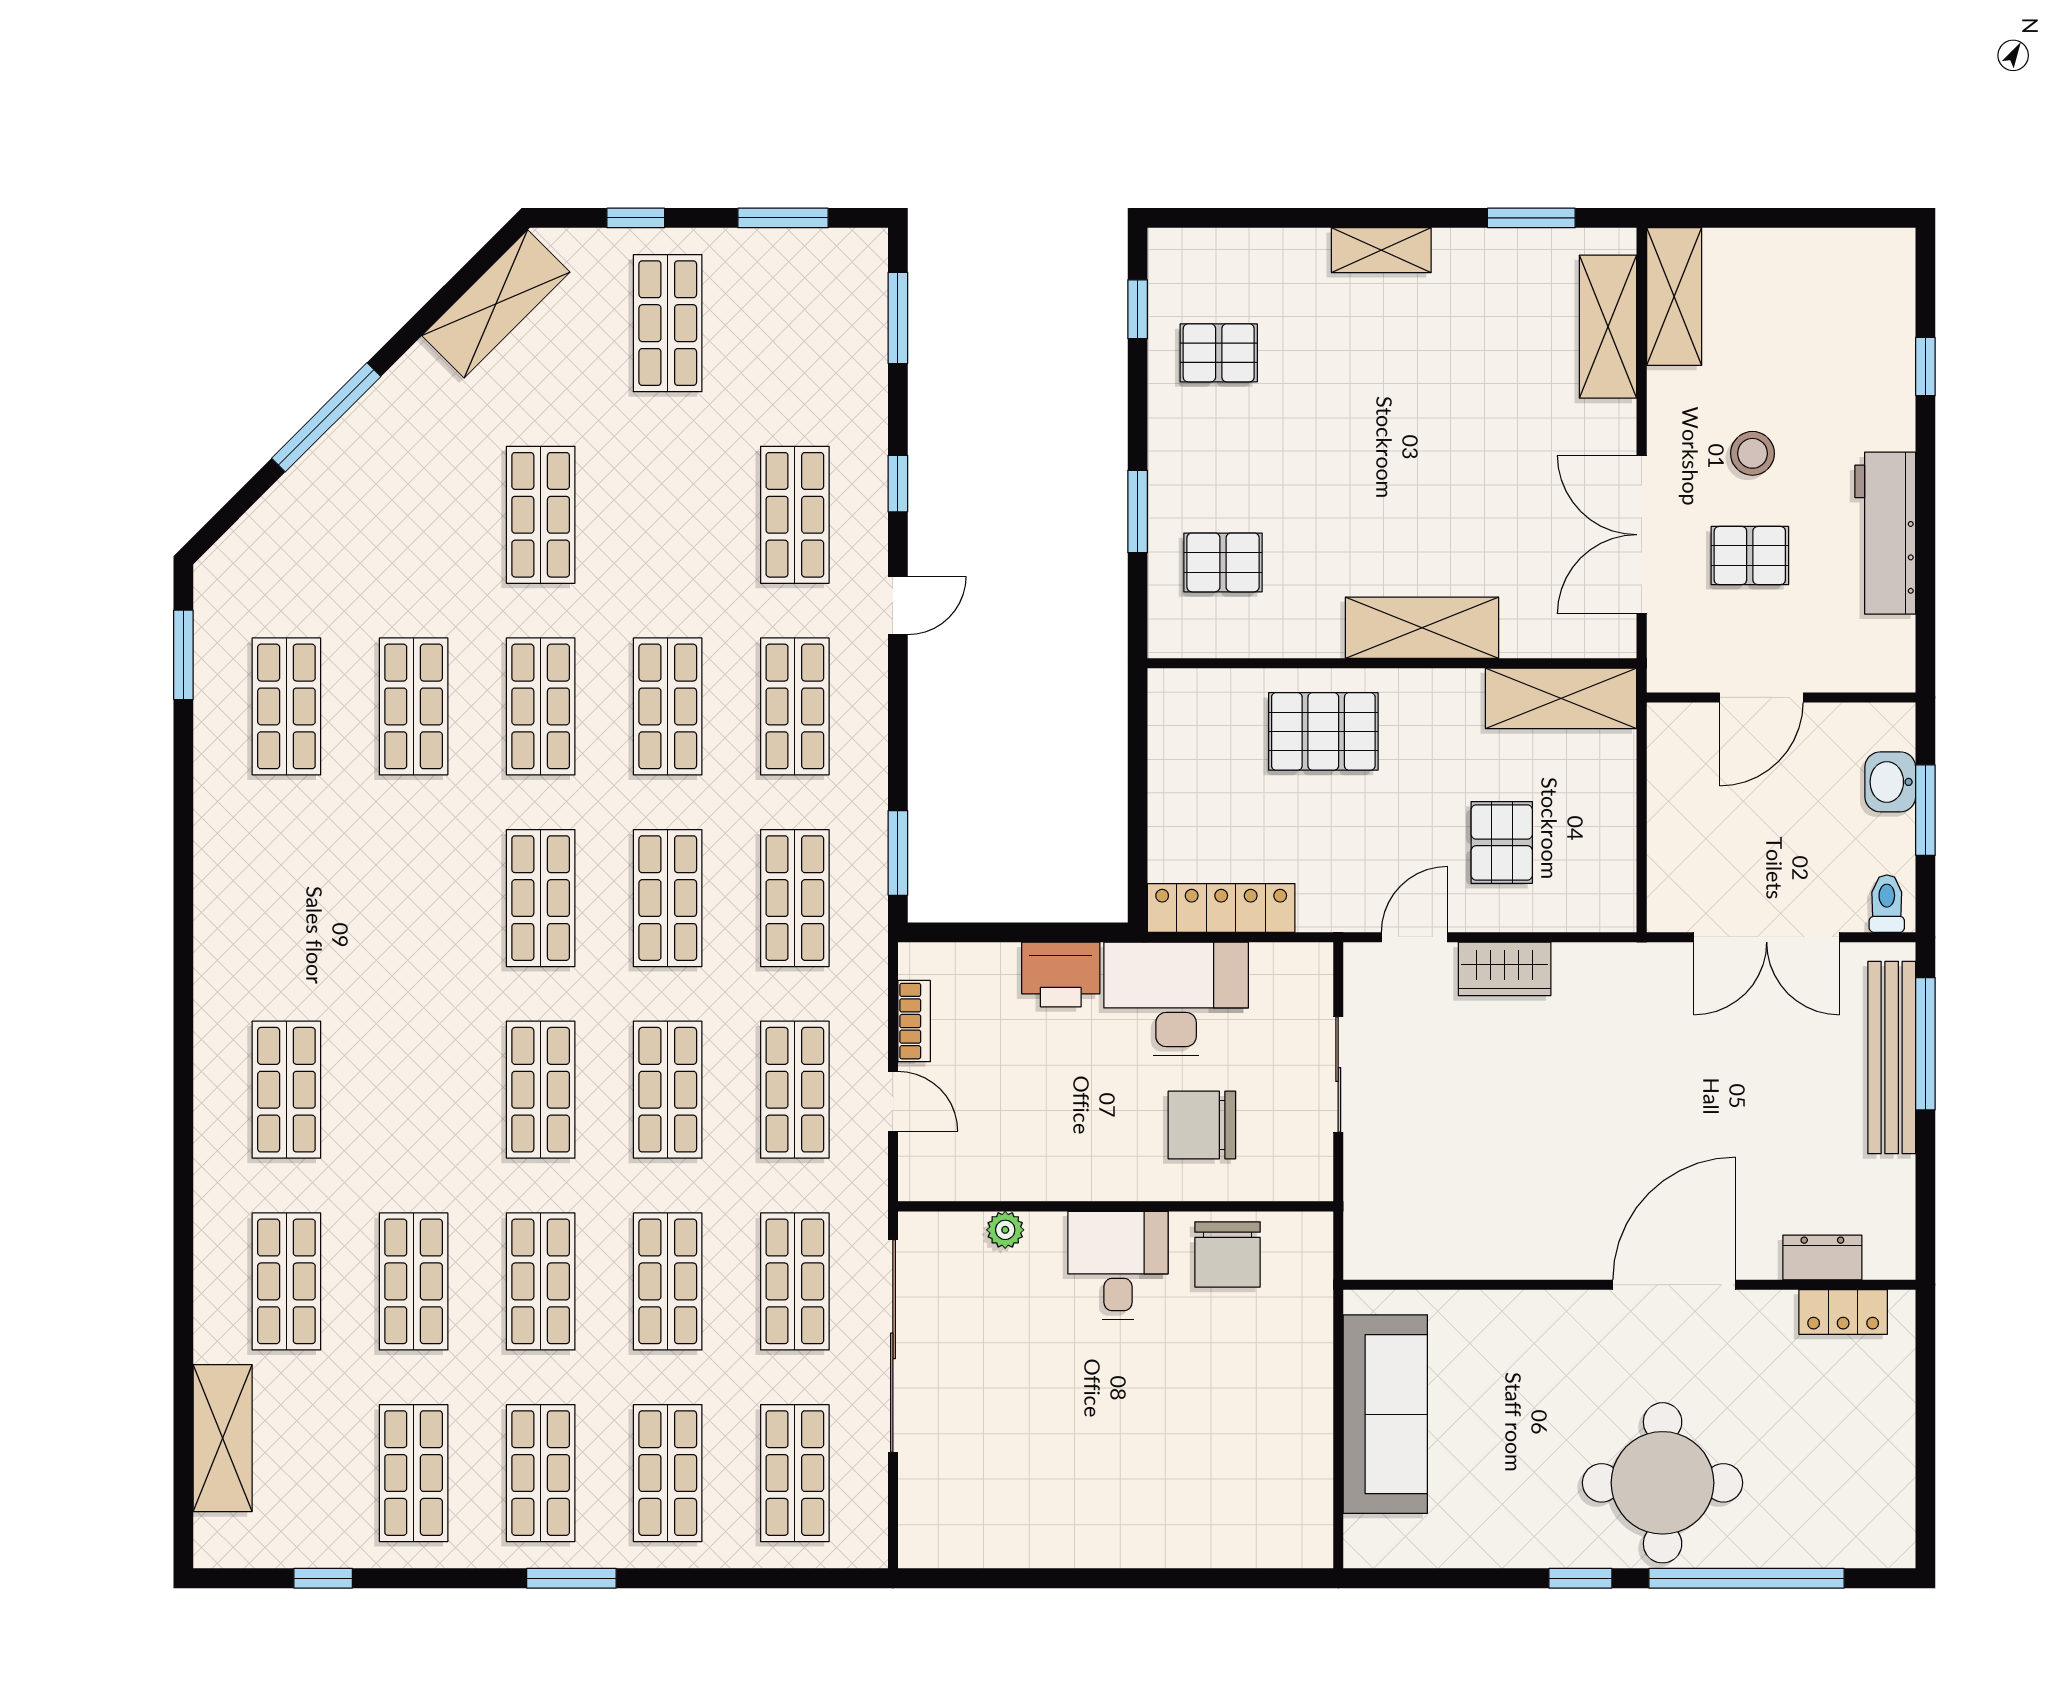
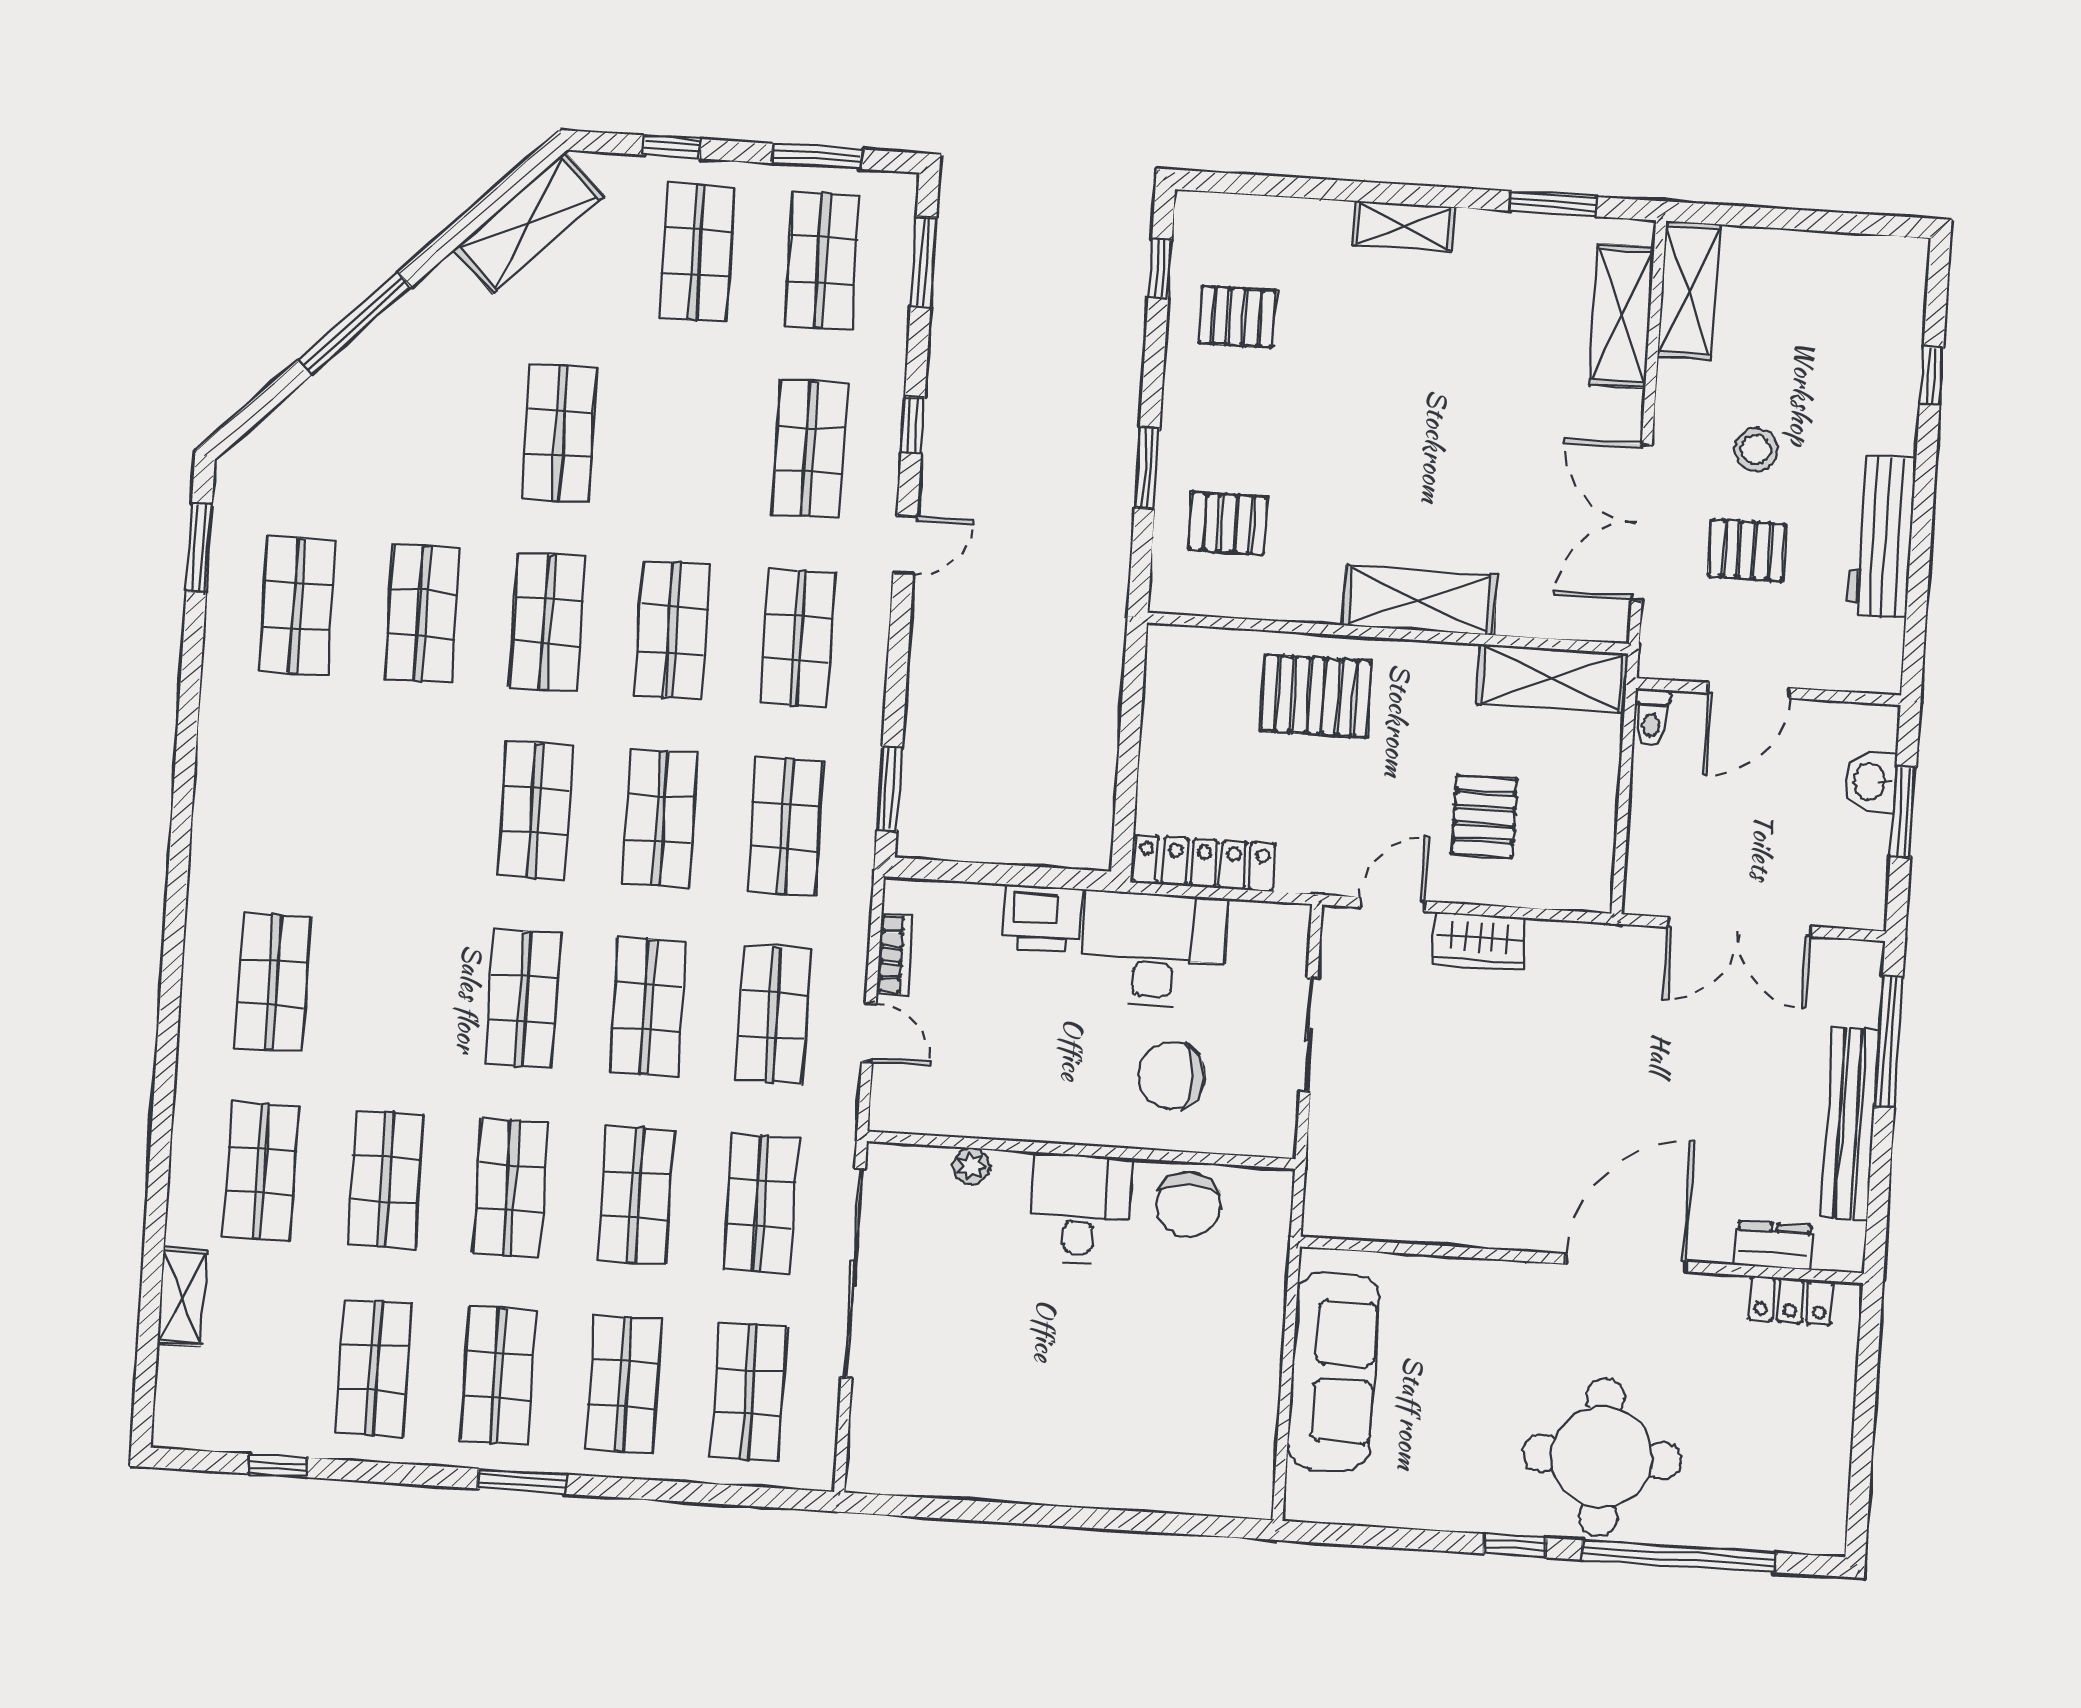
shop shelf: (795, 323) -> (822, 261), added
toilet: (1887, 904) -> (1651, 717), moved, turned 180
bench: (1892, 1057) -> (1850, 1124), moved
shelving: (223, 1438) -> (182, 1297), width x0.67, depth x0.75

